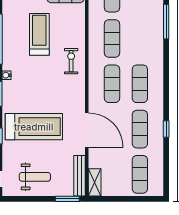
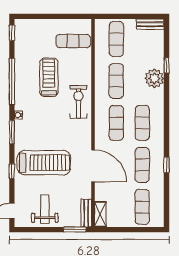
window: (166, 22) -> (167, 65), width x0.46
plant: (153, 36) -> (154, 78), added
exercise bike: (71, 61) -> (78, 102), width x1.38, depth x1.39
bench: (79, 176) -> (86, 213), width x0.73
weight bench: (35, 177) -> (45, 209), turned -90

